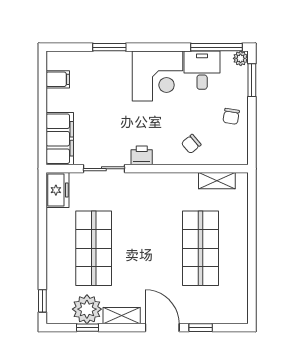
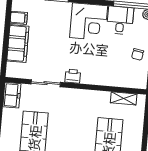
filing cabinet: (60, 139) -> (18, 44), moved
chair: (191, 144) -> (108, 71), removed

